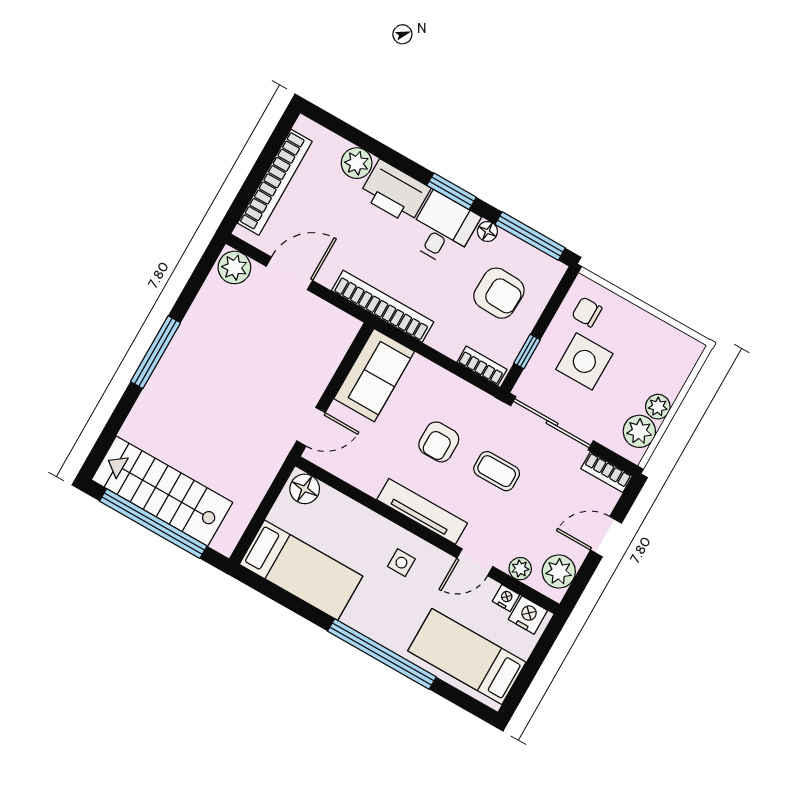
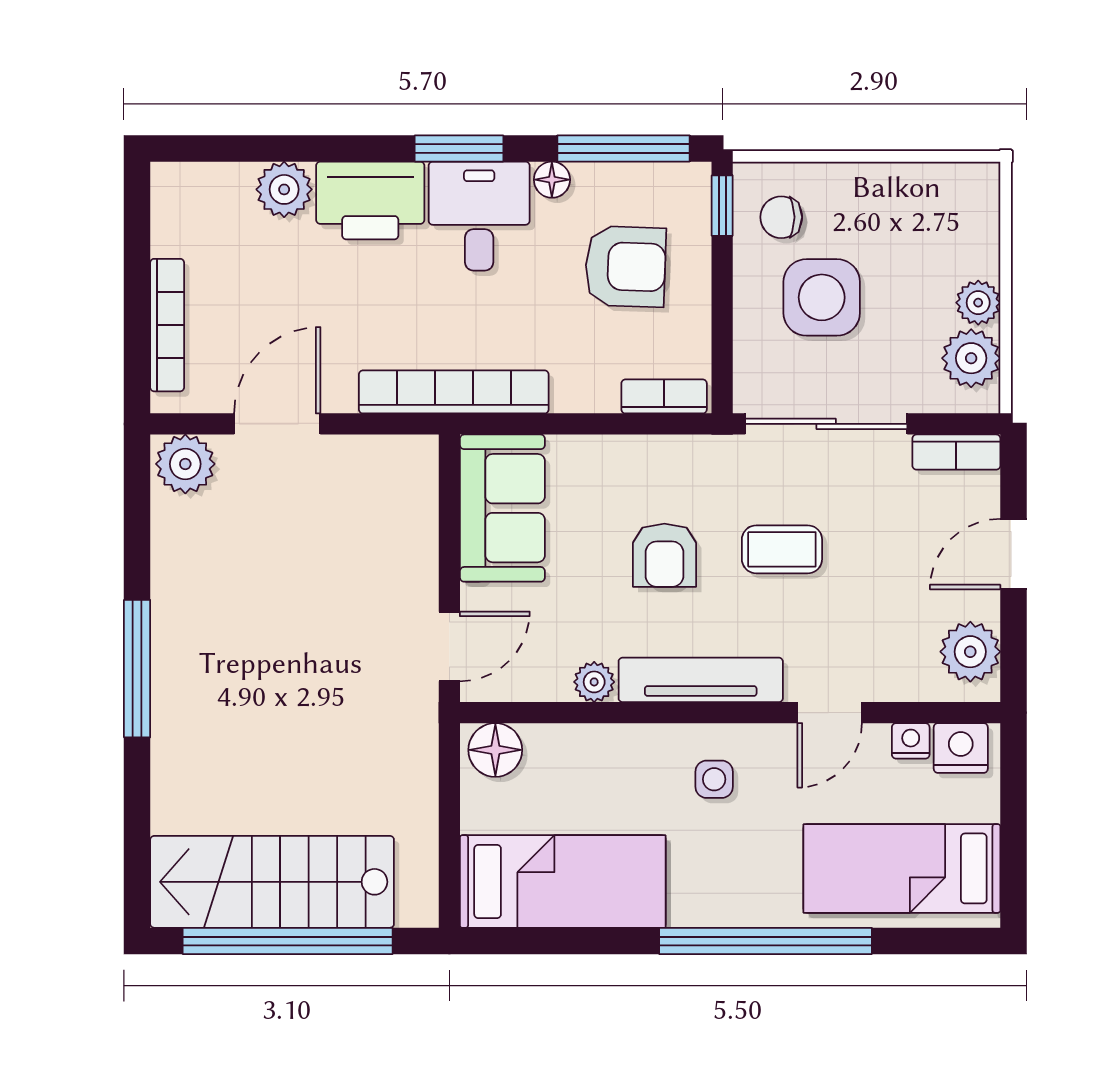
bookcase: (275, 182) -> (167, 325), width x0.68, depth x0.76
window: (527, 351) -> (722, 206), moved
plant: (520, 569) -> (594, 682), moved

